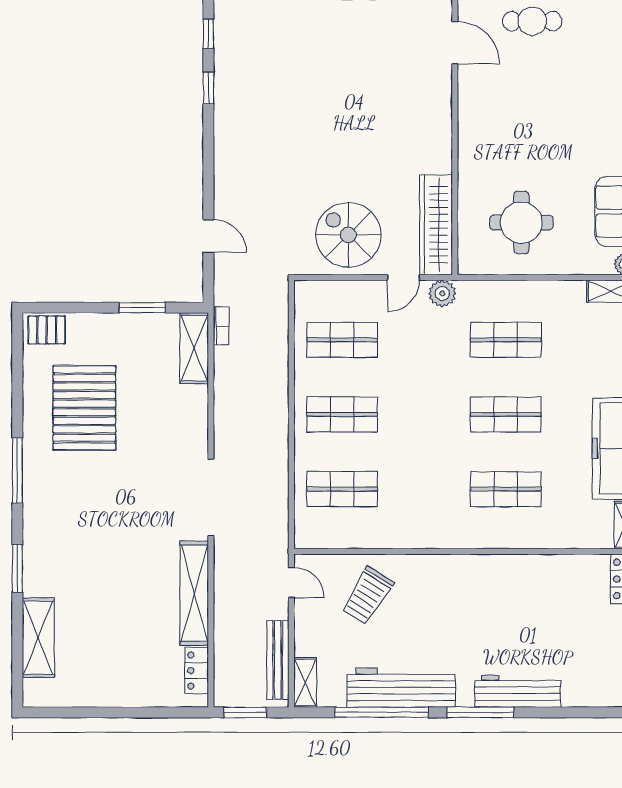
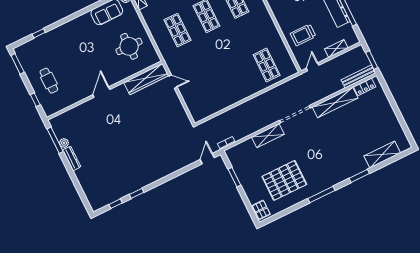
door: (455, 43) -> (101, 92), moved
spiral stairs: (348, 235) -> (167, 111), removed
door: (208, 236) -> (207, 159), moved
plant: (442, 293) -> (172, 64), removed
shop shelf: (342, 340) -> (209, 93), removed
shelving: (194, 348) -> (268, 136), moved
shop shelf: (342, 414) -> (238, 79), removed
trolley: (367, 596) -> (303, 35), turned 148
bench: (278, 660) -> (358, 77), moved
shelving: (305, 682) -> (336, 49), moved

